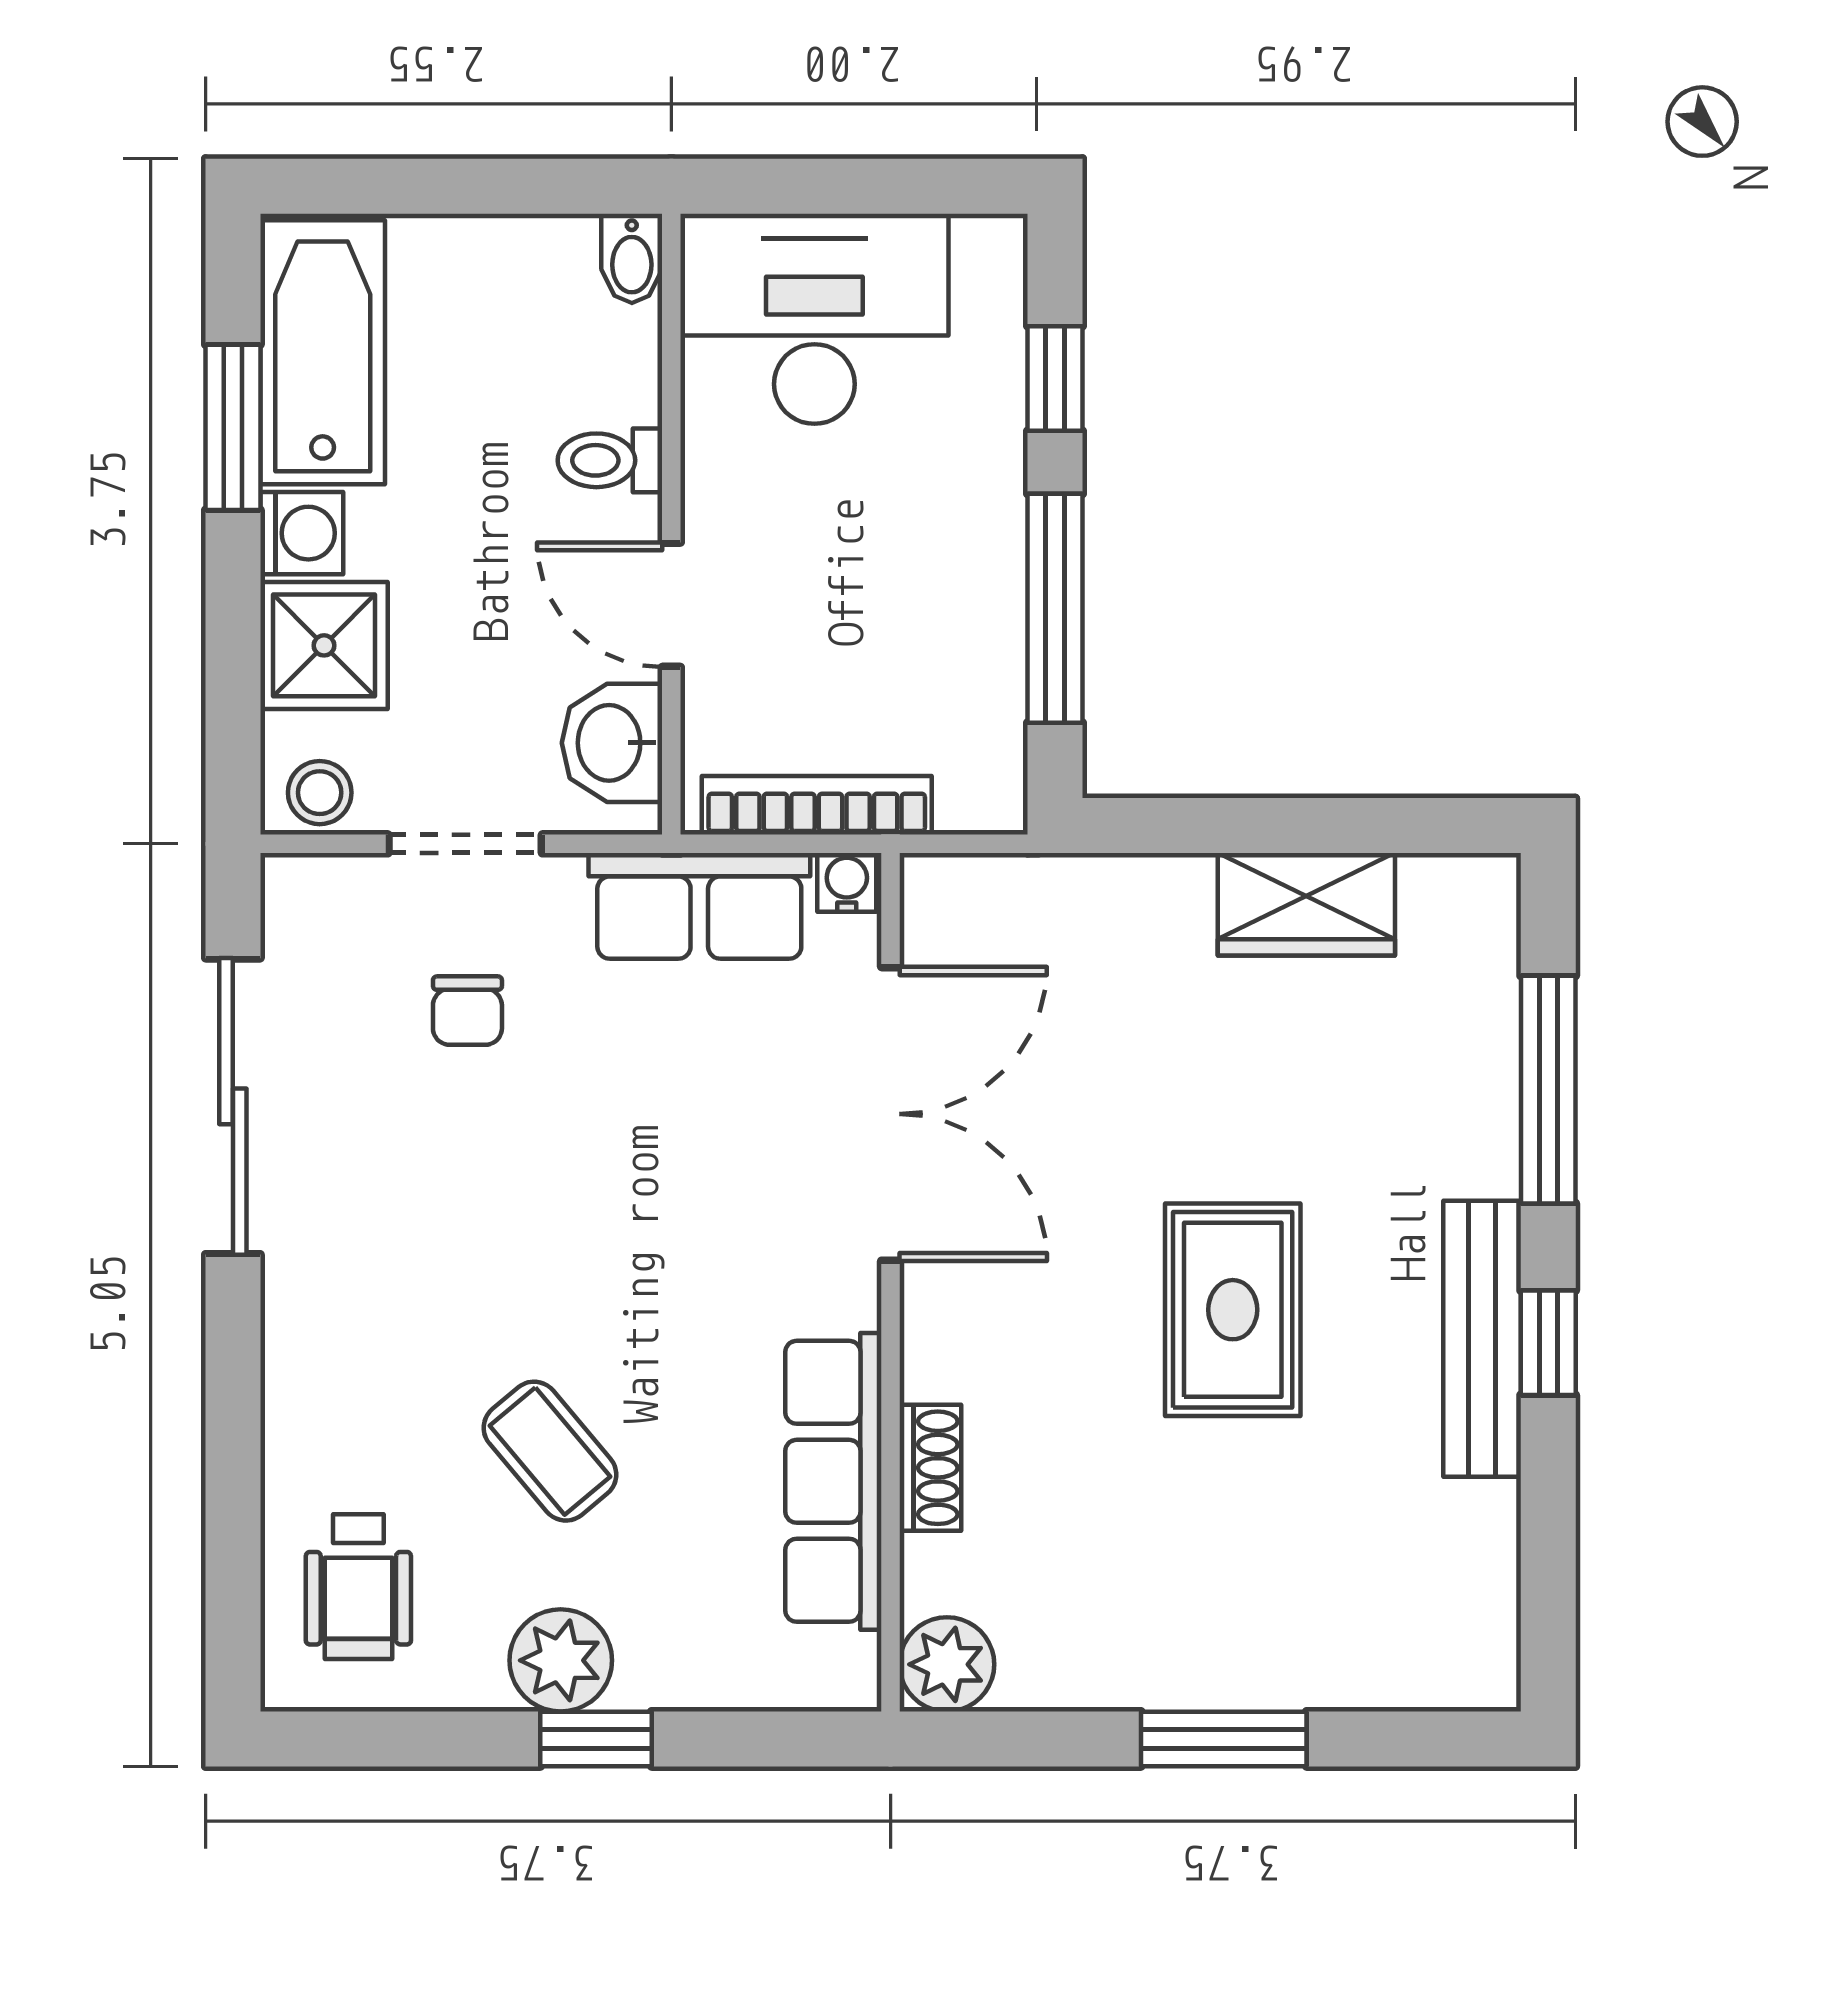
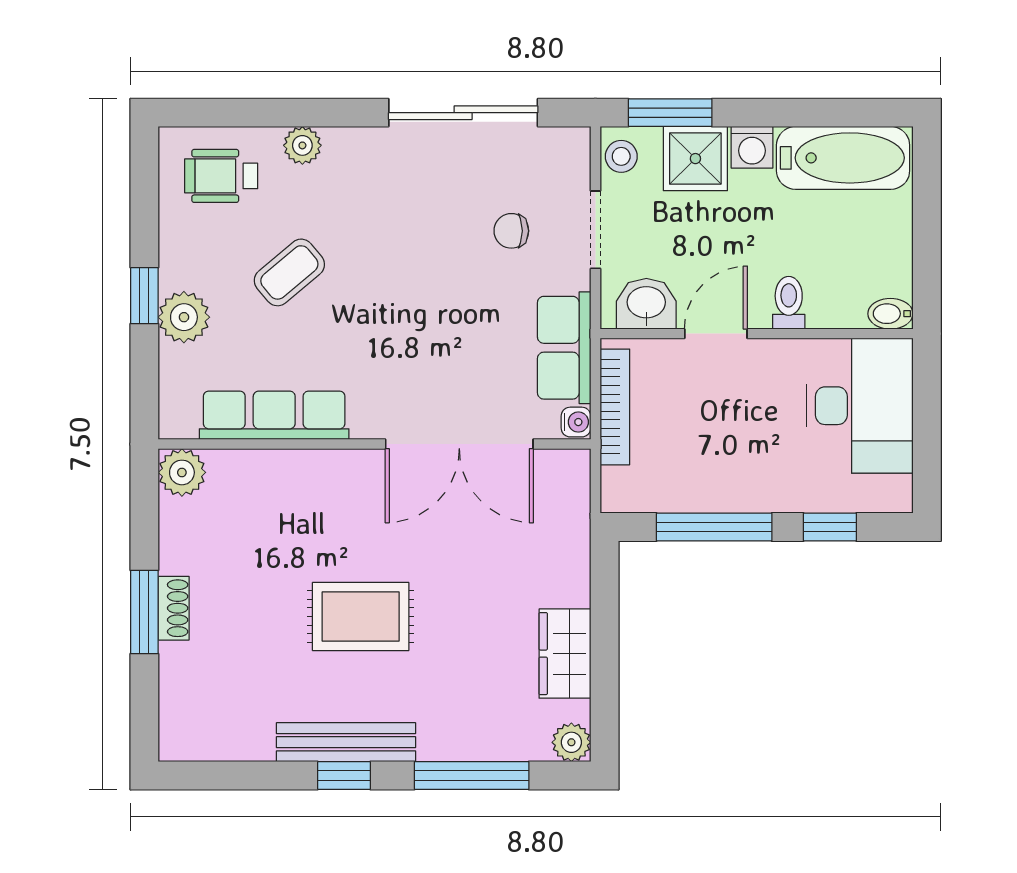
window: (233, 427) -> (670, 113), moved
plant: (1482, 891) -> (571, 742), added
plant: (298, 1425) -> (302, 145), added
shoe rack: (930, 1468) -> (174, 608), moved, turned -90
plant: (561, 1660) -> (184, 317), moved

